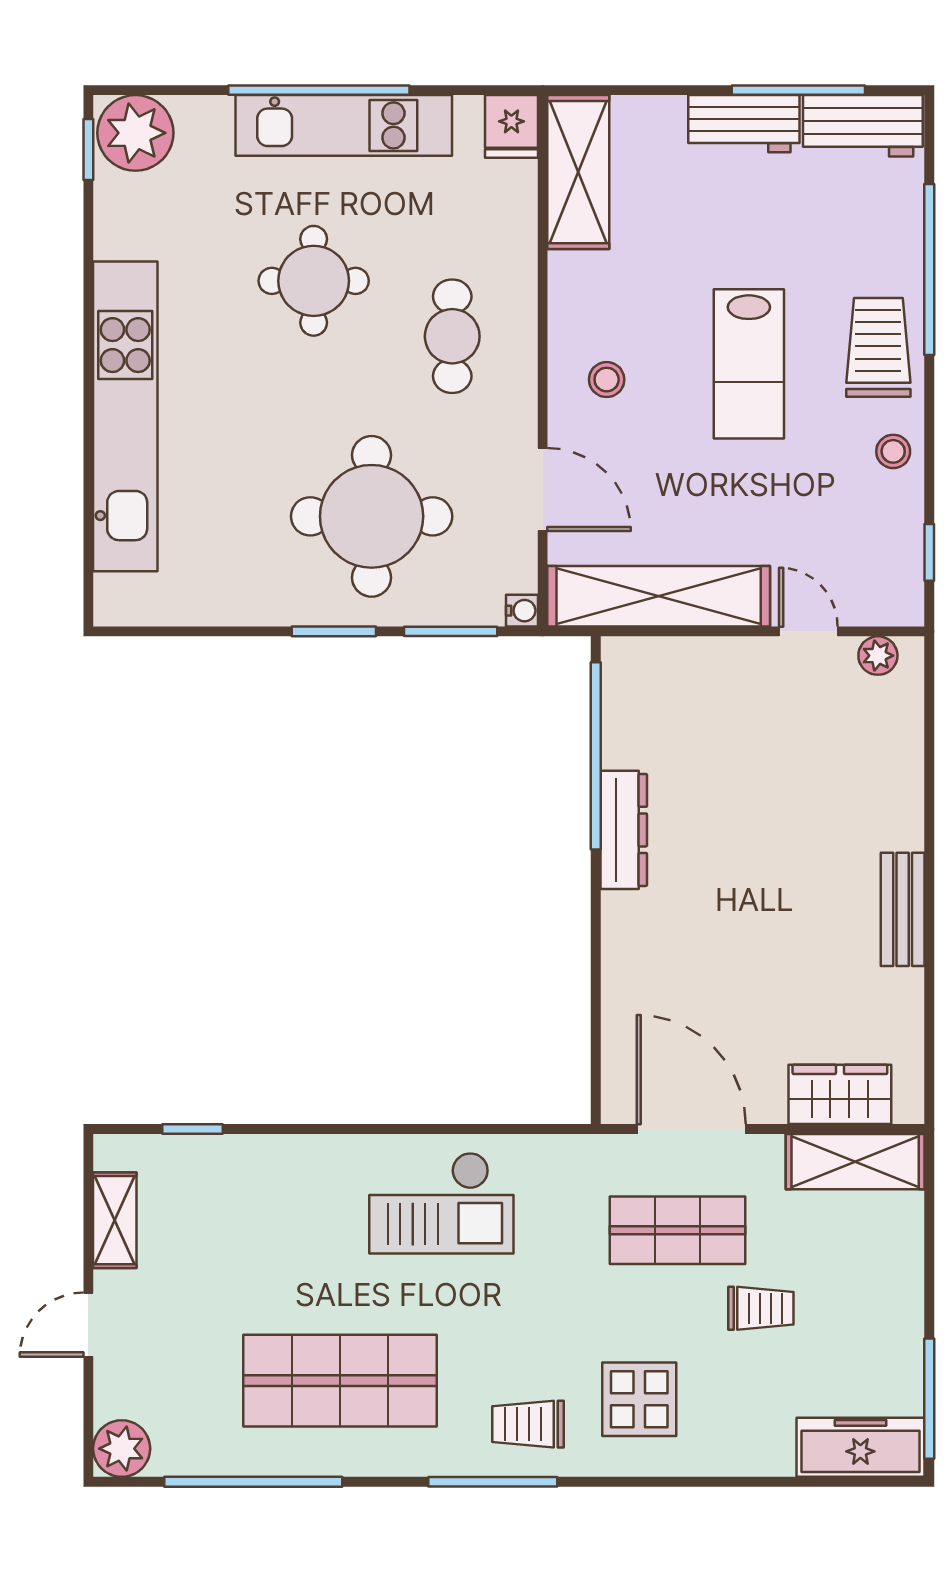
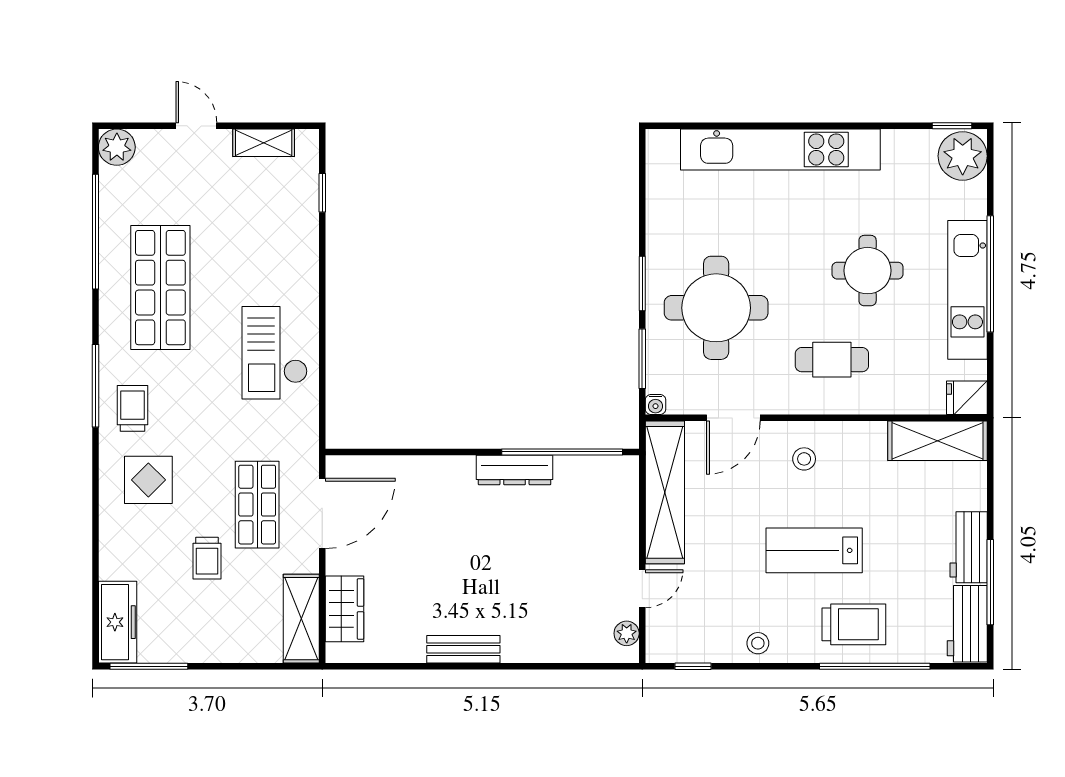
trolley: (878, 347) -> (854, 624), moved

